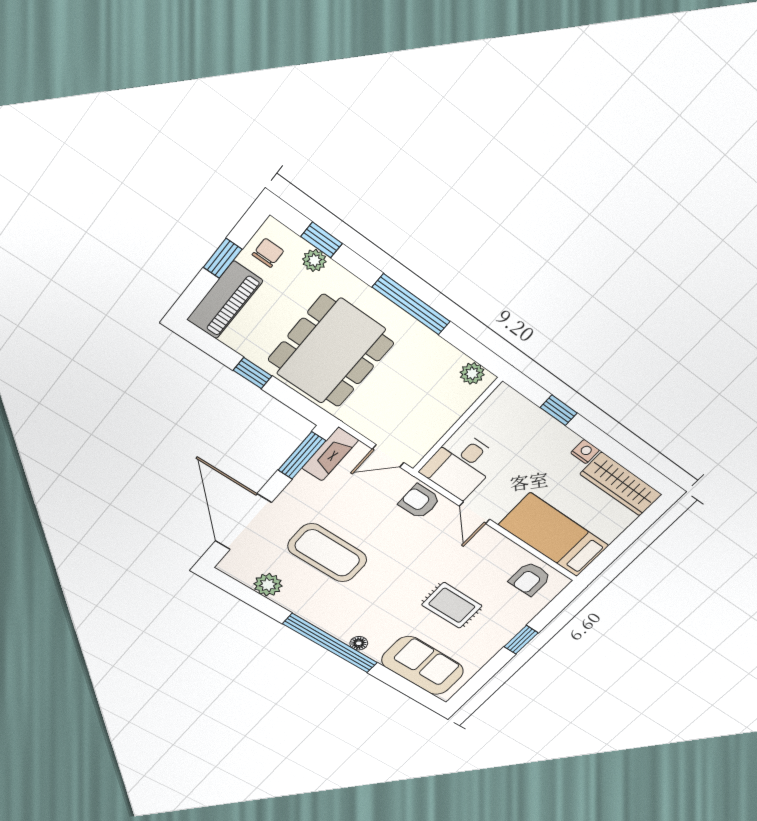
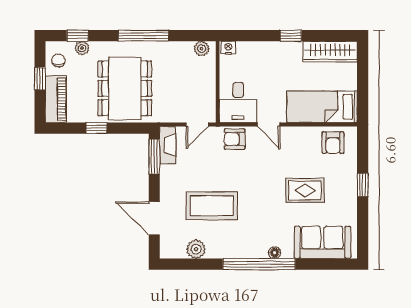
window: (559, 410) -> (291, 36), moved
nightstand: (585, 452) -> (228, 48), moved
door: (243, 522) -> (154, 218), width x0.73

